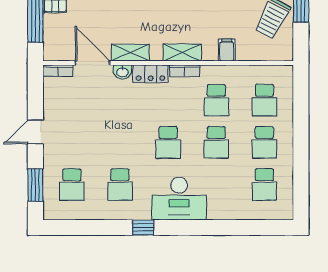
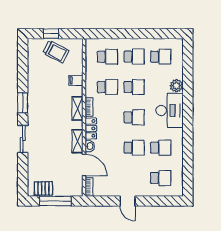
door: (92, 63) -> (84, 165), swing flipped
school desk: (120, 142) -> (134, 148), added
window: (35, 185) -> (161, 201), removed
plant: (218, 209) -> (176, 86), added
window: (143, 227) -> (188, 133), removed

